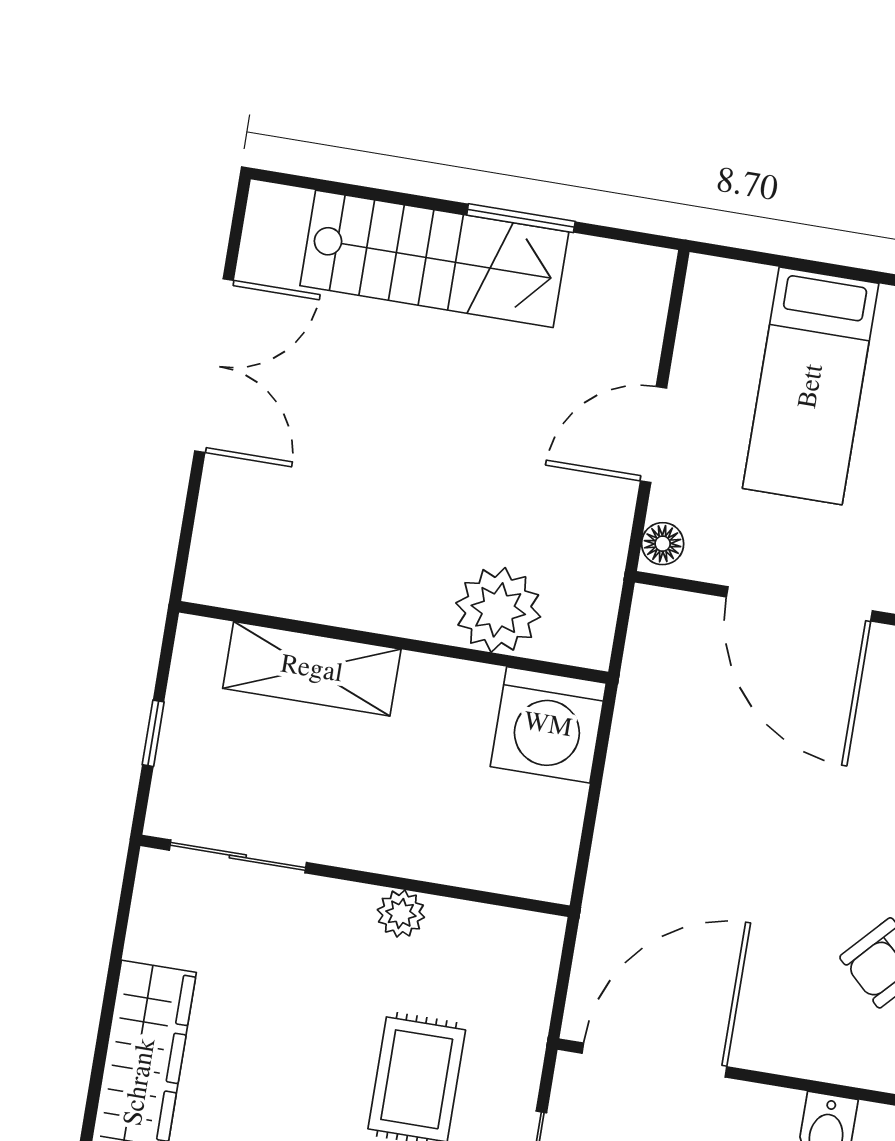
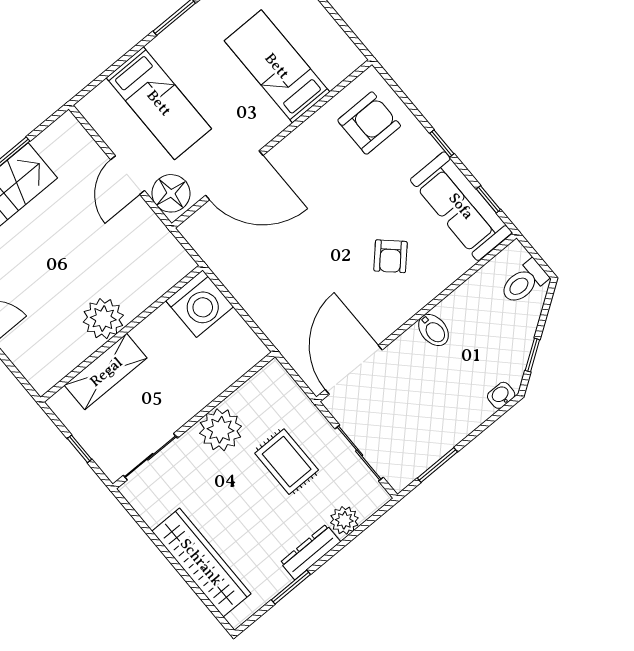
floor lamp: (663, 544) -> (171, 193), width x1.89, depth x1.89
plant: (498, 610) -> (103, 319), moved
plant: (401, 914) -> (221, 430), width x1.87, depth x1.87

